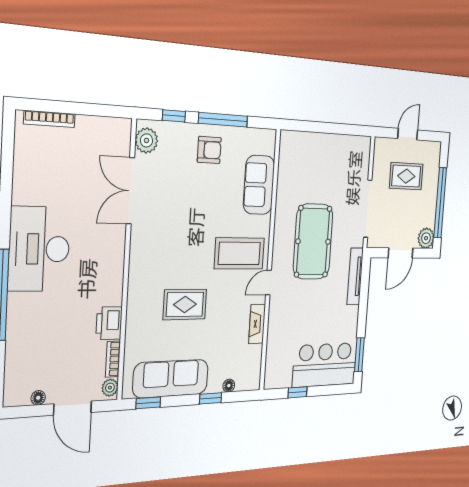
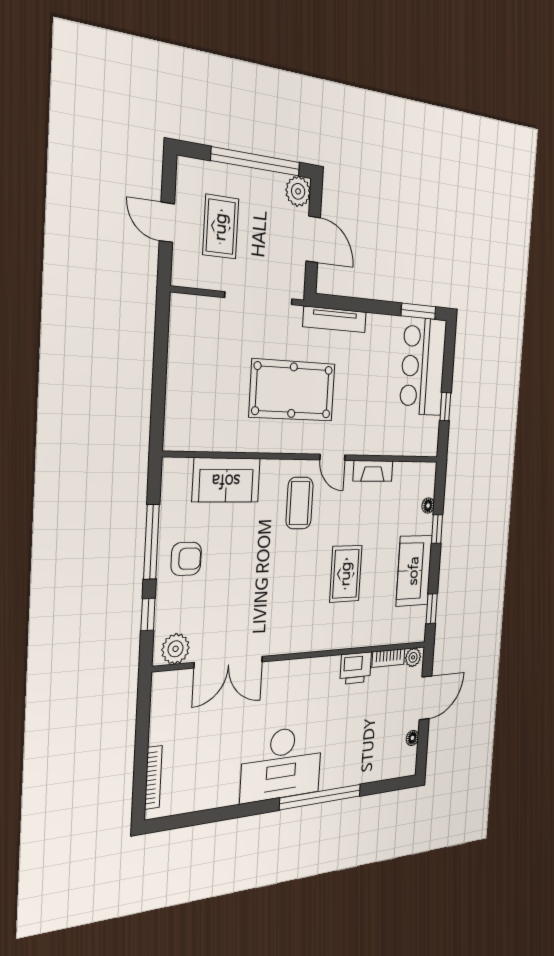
armchair: (209, 150) -> (186, 559), turned 90
coffee table: (239, 253) -> (300, 503), width x0.73, depth x0.76
sofa: (171, 379) -> (414, 571), width x0.73

